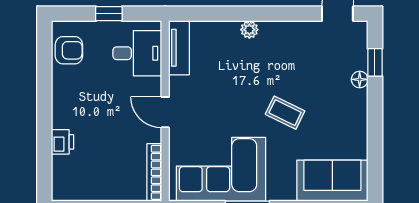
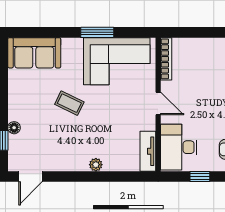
desk: (137, 53) -> (179, 147), width x1.37

